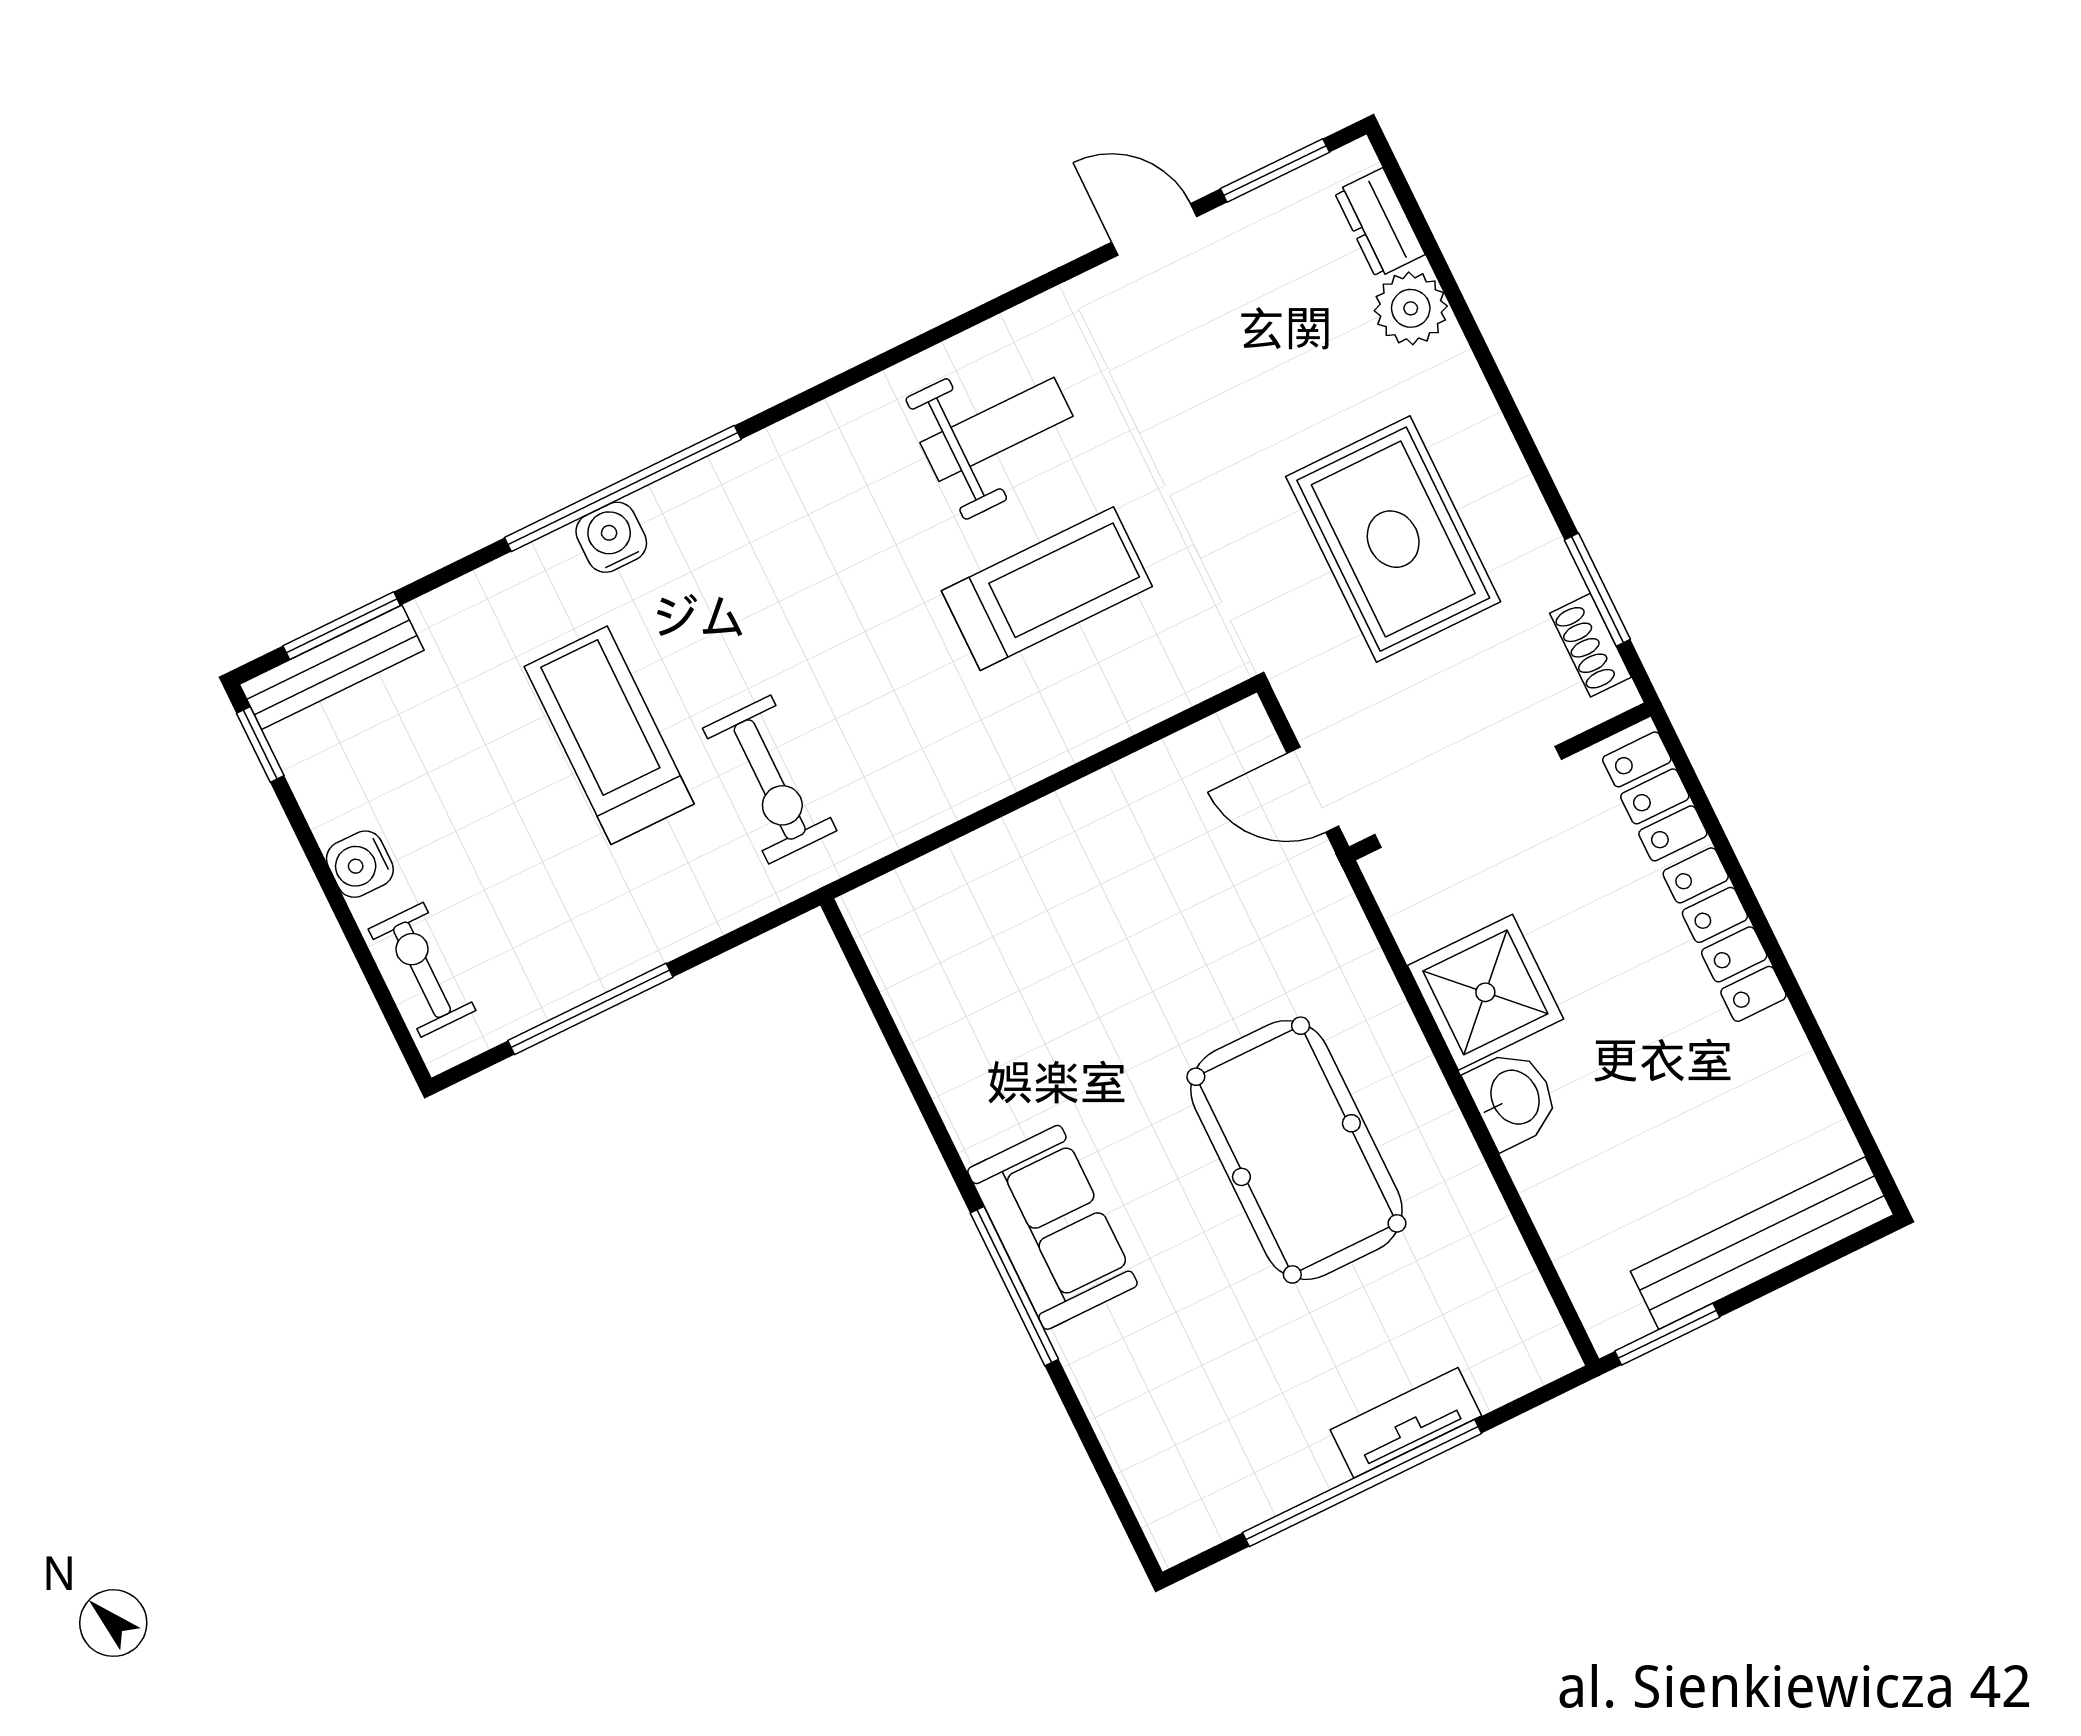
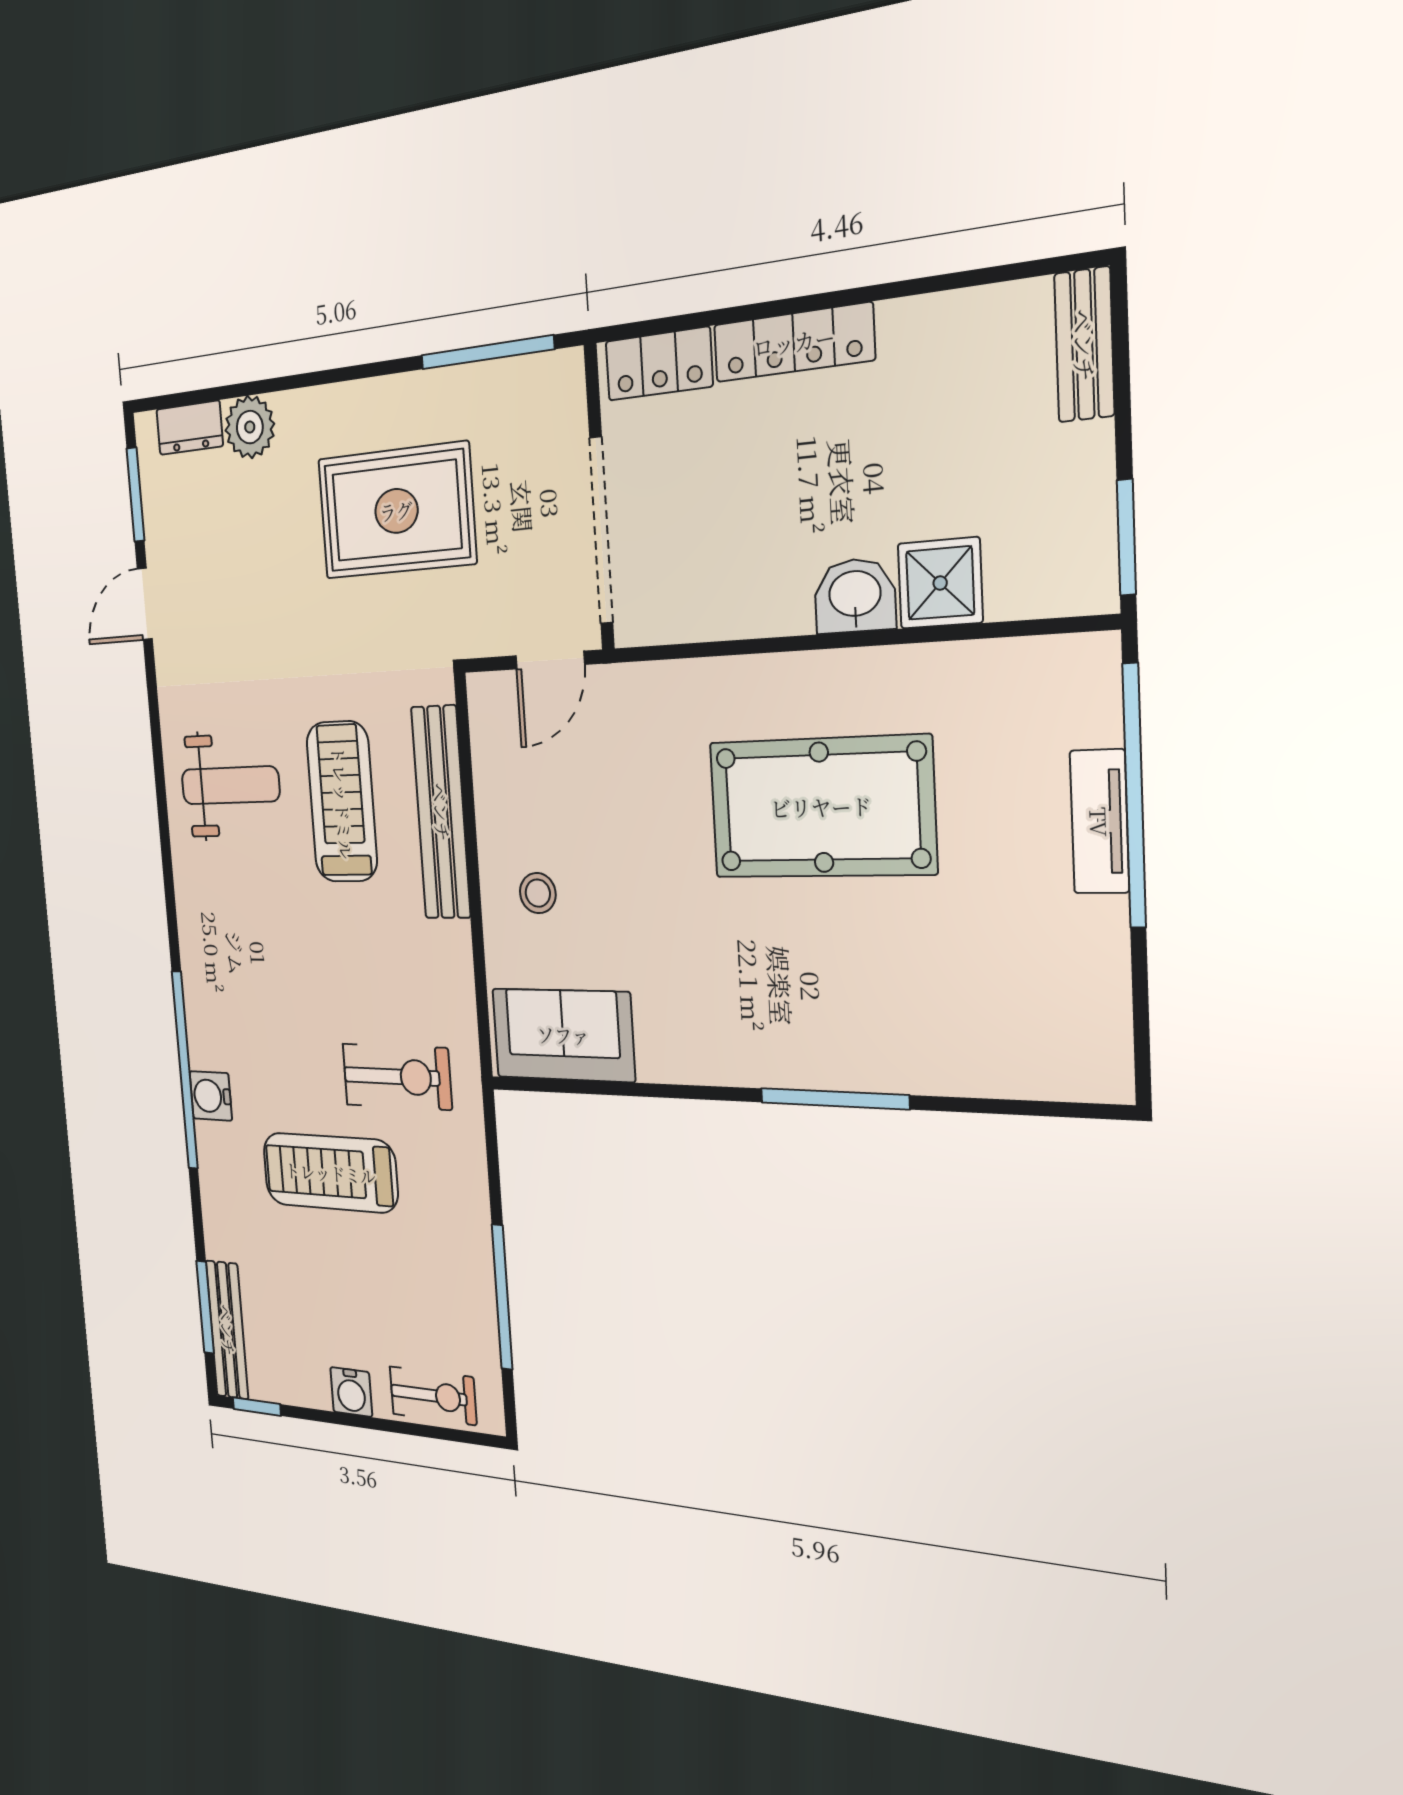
weight bench: (996, 429) -> (230, 785), turned 90
window: (1597, 590) -> (487, 352), width x1.44
shoe rack: (1590, 645) -> (525, 375), removed
bench: (1093, 721) -> (441, 812), added
stool: (1062, 873) -> (538, 893), added
exercise bike: (422, 970) -> (433, 1396), turned 180
shower: (1485, 992) -> (940, 583), moved, width x0.73, depth x0.73
sofa: (1052, 1227) -> (563, 1035), moved
bench: (1762, 1243) -> (1084, 345), width x0.54, depth x0.82
window: (1362, 1483) -> (1134, 796), moved

